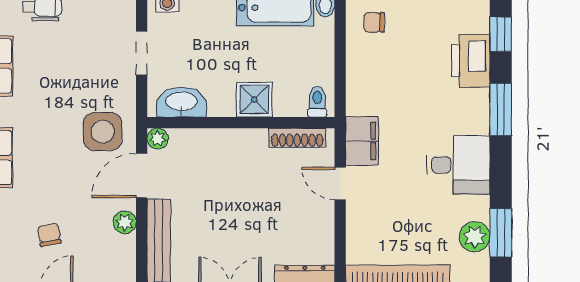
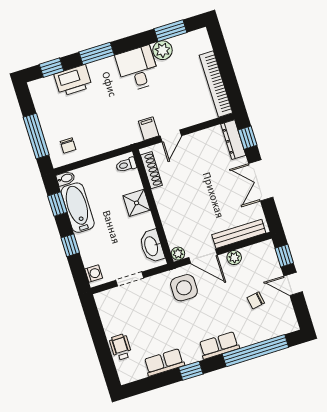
filing cabinet: (362, 141) -> (149, 129), width x0.50
plant: (475, 237) -> (162, 50), moved

